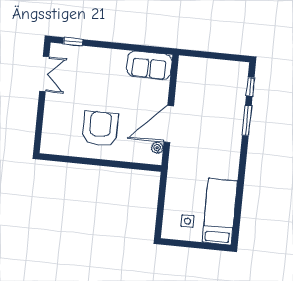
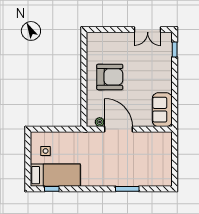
window: (250, 87) -> (52, 189), moved

